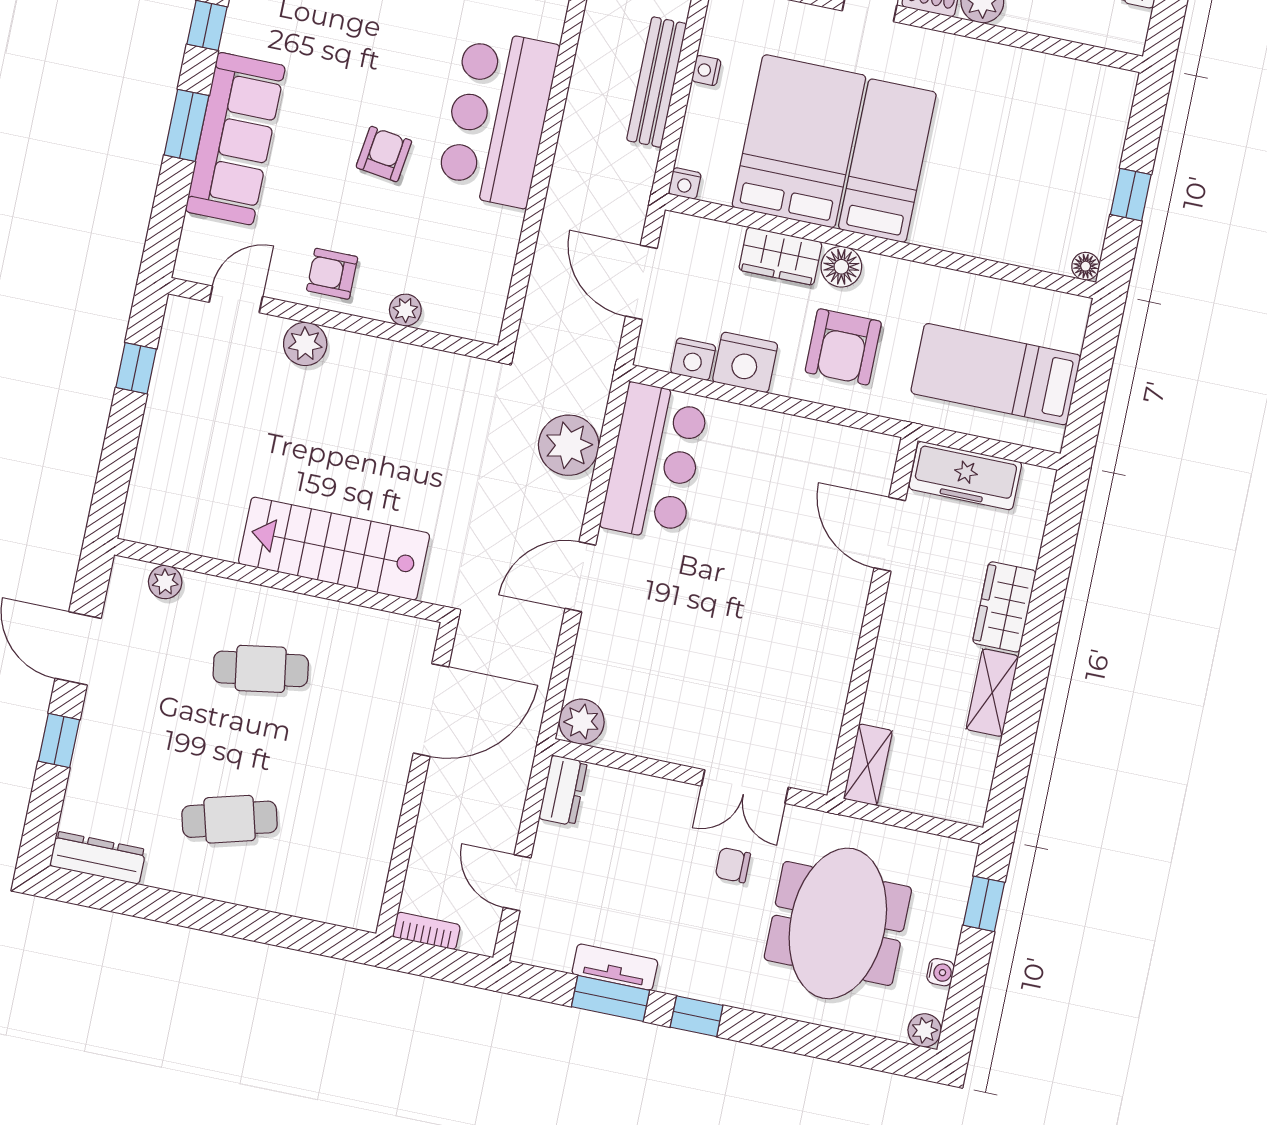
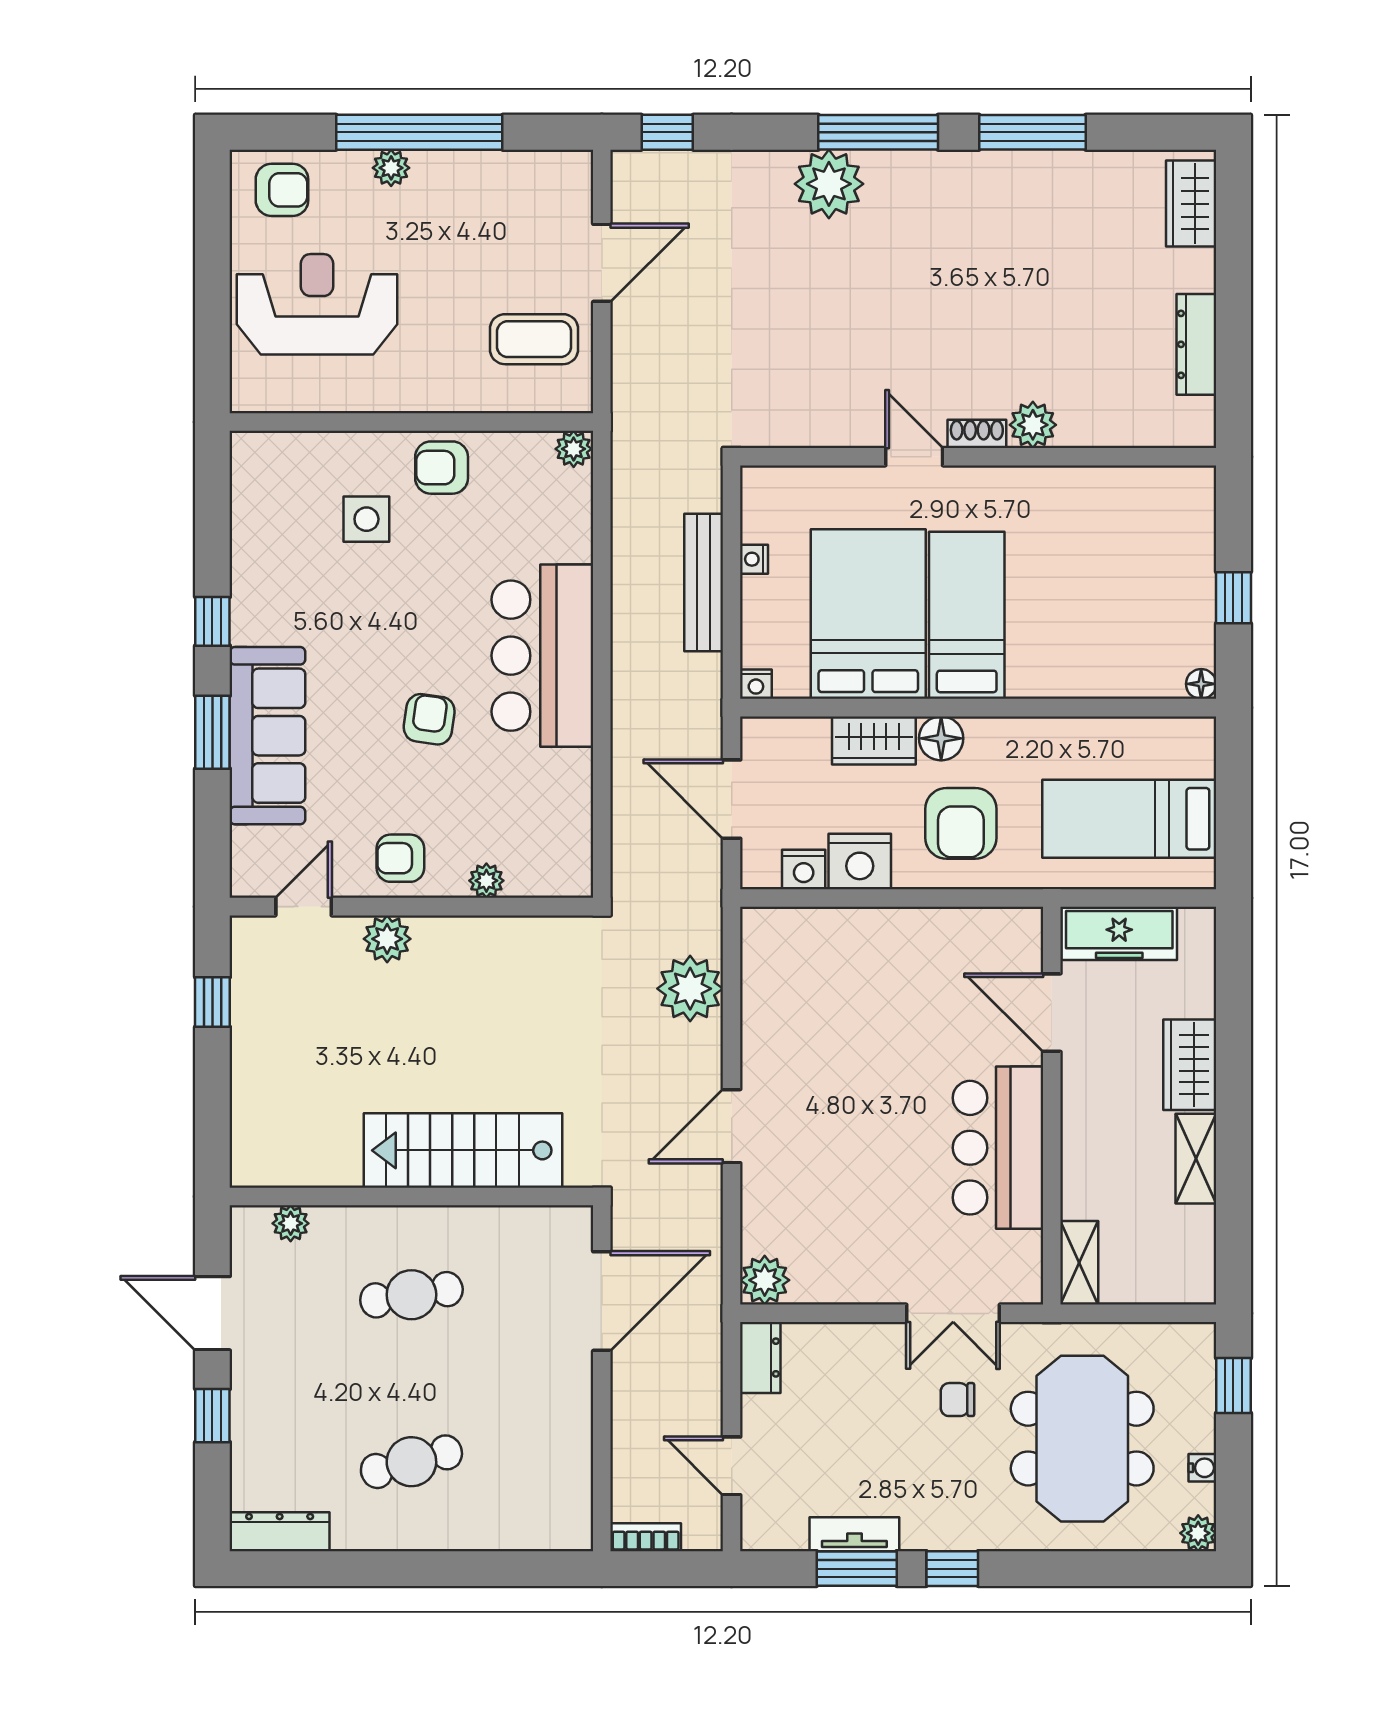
bar counter: (655, 462) -> (998, 1148), moved, turned 180

